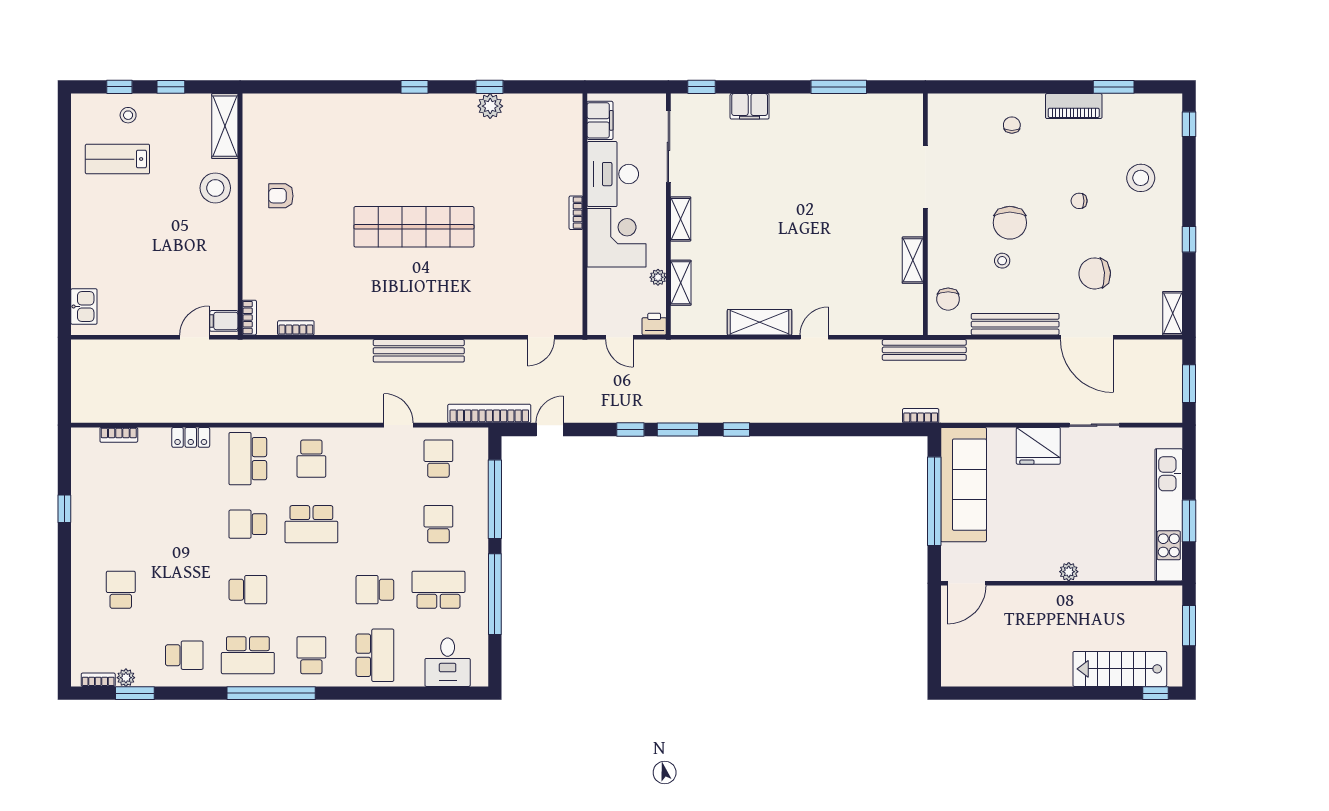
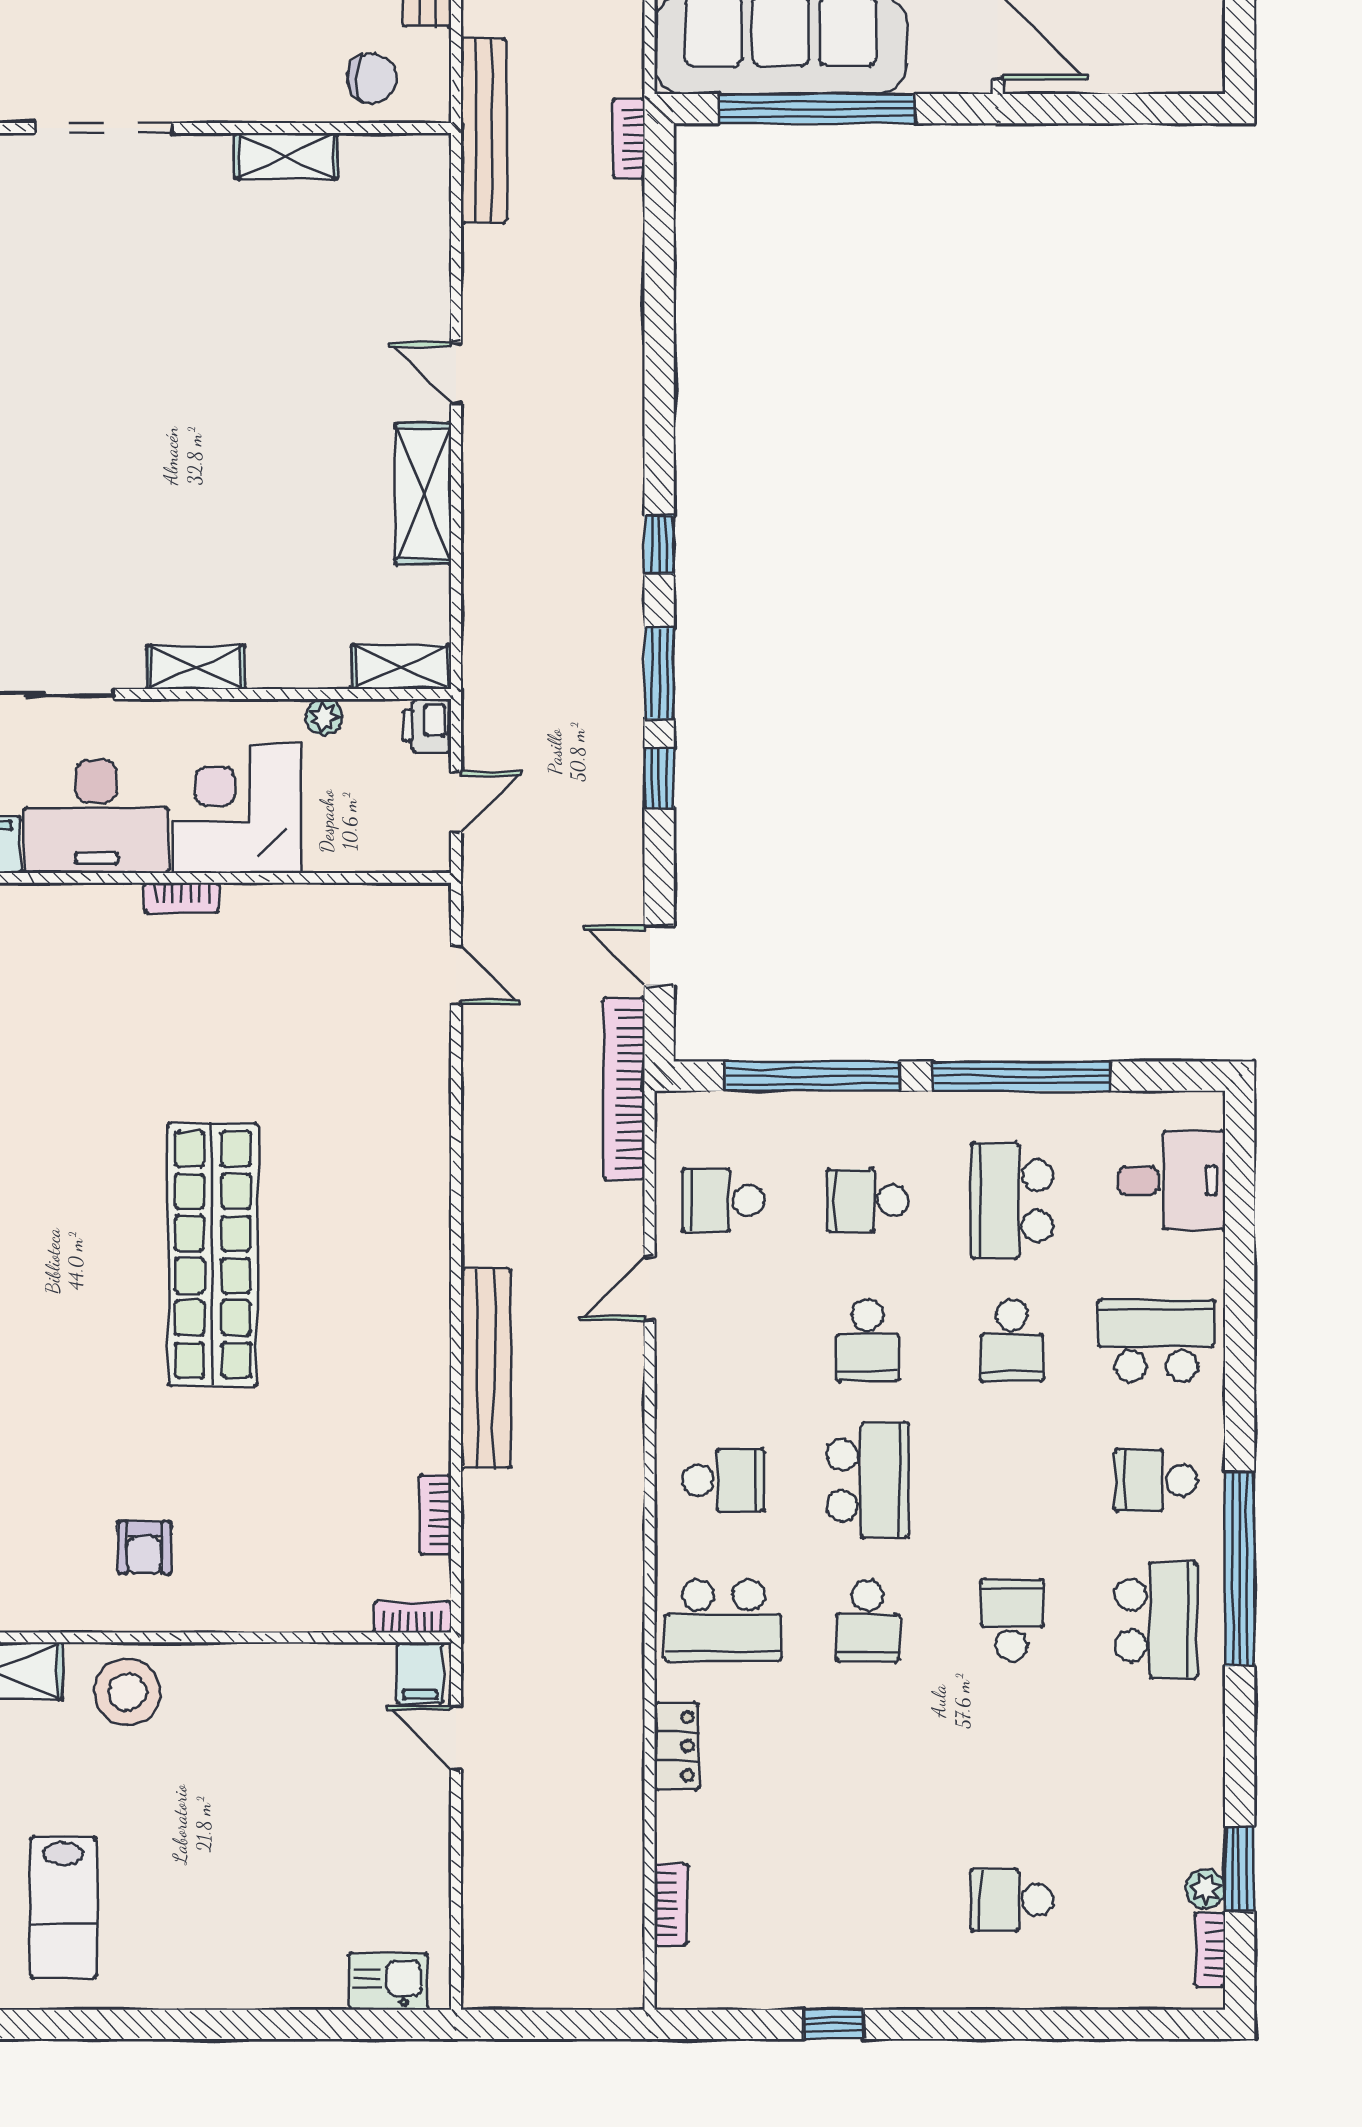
shelving: (681, 283) -> (401, 667), moved
bench: (419, 351) -> (486, 1368), moved
school desk: (184, 655) -> (868, 1340), moved, turned 180

